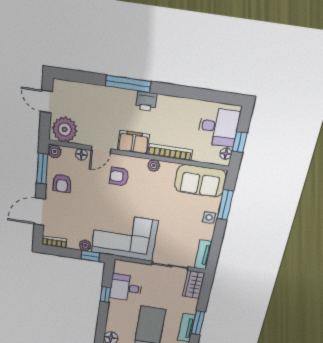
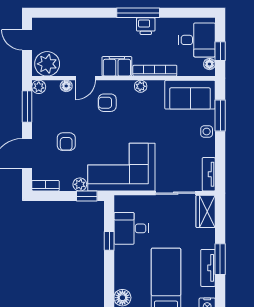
window: (128, 84) -> (138, 13), moved
printer: (146, 101) -> (146, 26), moved
armchair: (62, 183) -> (66, 142), moved

